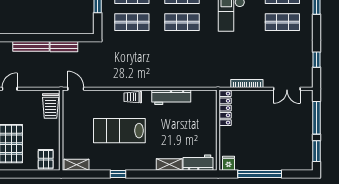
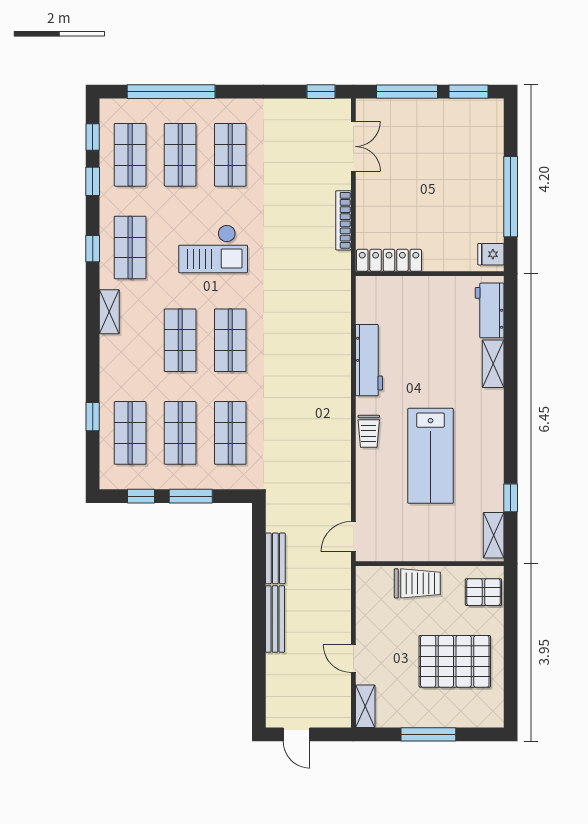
window: (317, 60) -> (321, 92), moved
trolley: (51, 106) -> (417, 583), moved
window: (118, 174) -> (511, 498), moved

